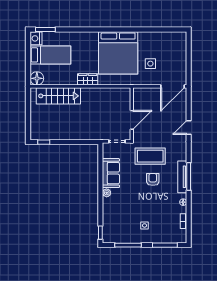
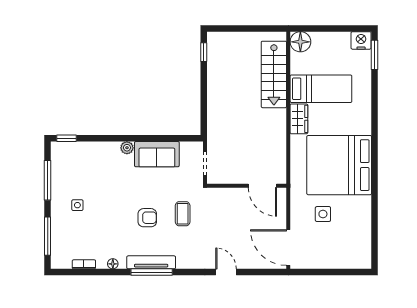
bed: (50, 55) -> (321, 89), moved, turned -90
door: (132, 120) -> (262, 186), moved
coffee table: (150, 156) -> (183, 214), width x0.54, depth x0.58

